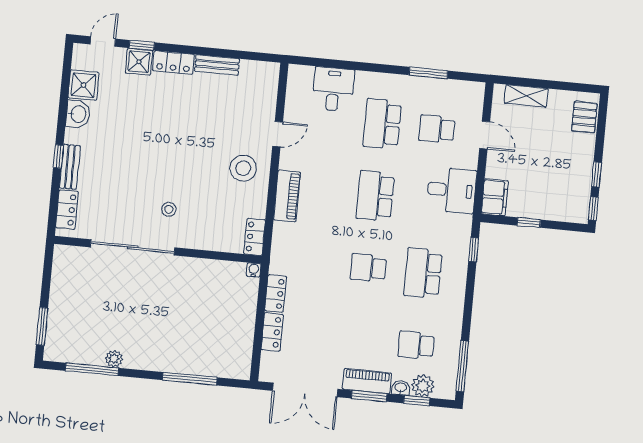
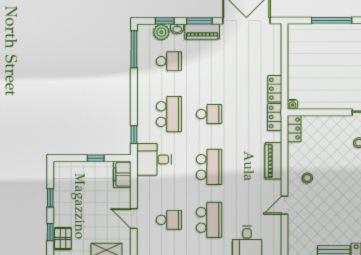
stool: (243, 168) -> (307, 178), width x0.53, depth x0.53
desk: (452, 190) -> (154, 159), moved
window: (593, 209) -> (50, 232), moved
locker: (272, 332) -> (275, 117), moved

